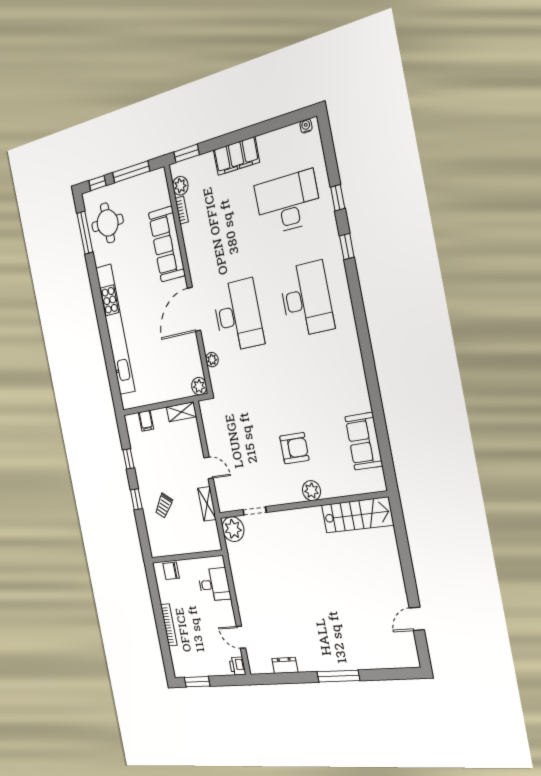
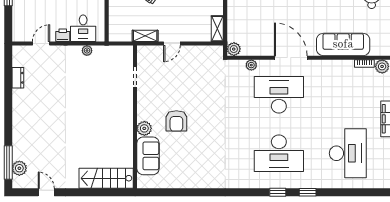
window: (338, 198) -> (278, 192), moved
desk: (238, 315) -> (279, 95), turned 180
sofa: (364, 441) -> (148, 156), moved, turned 90
stairs: (357, 515) -> (106, 178), moved, turned 90
plant: (233, 529) -> (87, 51), moved, width x0.53, depth x0.53
plant: (393, 658) -> (19, 168), added
printer: (237, 666) -> (63, 35), moved
window: (338, 676) -> (8, 162), moved

